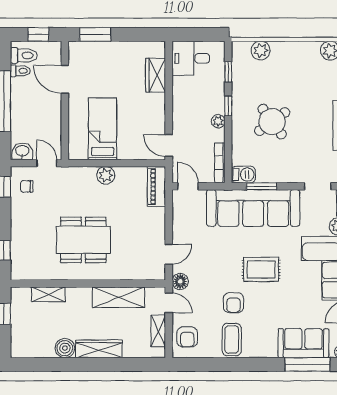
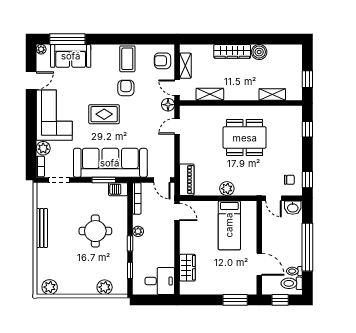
round table: (272, 122) -> (95, 231), turned 36
shelving: (119, 297) -> (210, 94), width x0.67, depth x0.75
armchair: (187, 337) -> (163, 61), turned -89

